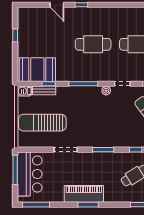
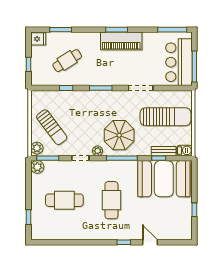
cafe table: (93, 44) -> (111, 200), turned 90
booth: (37, 70) -> (164, 179), width x1.36, depth x1.42
parasol: (86, 105) -> (119, 135), added

